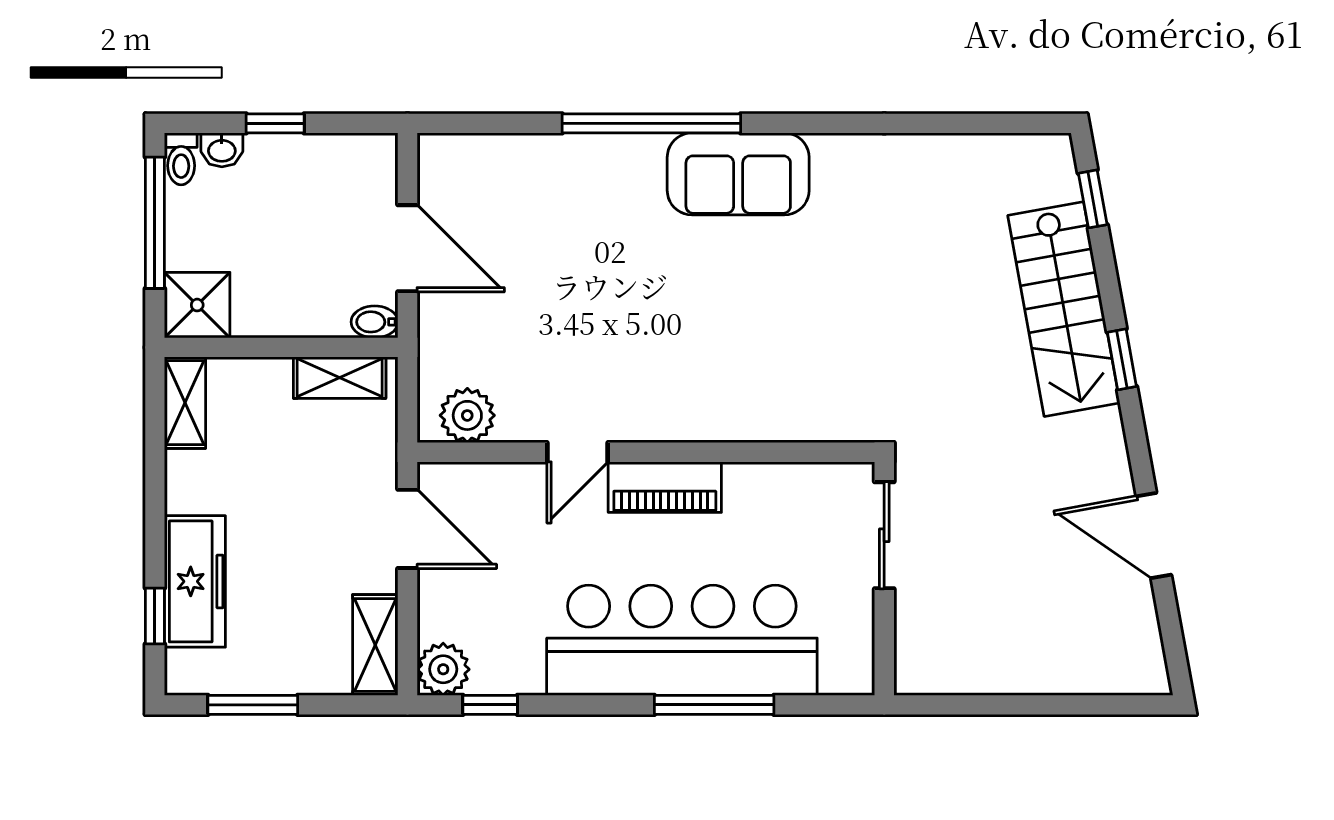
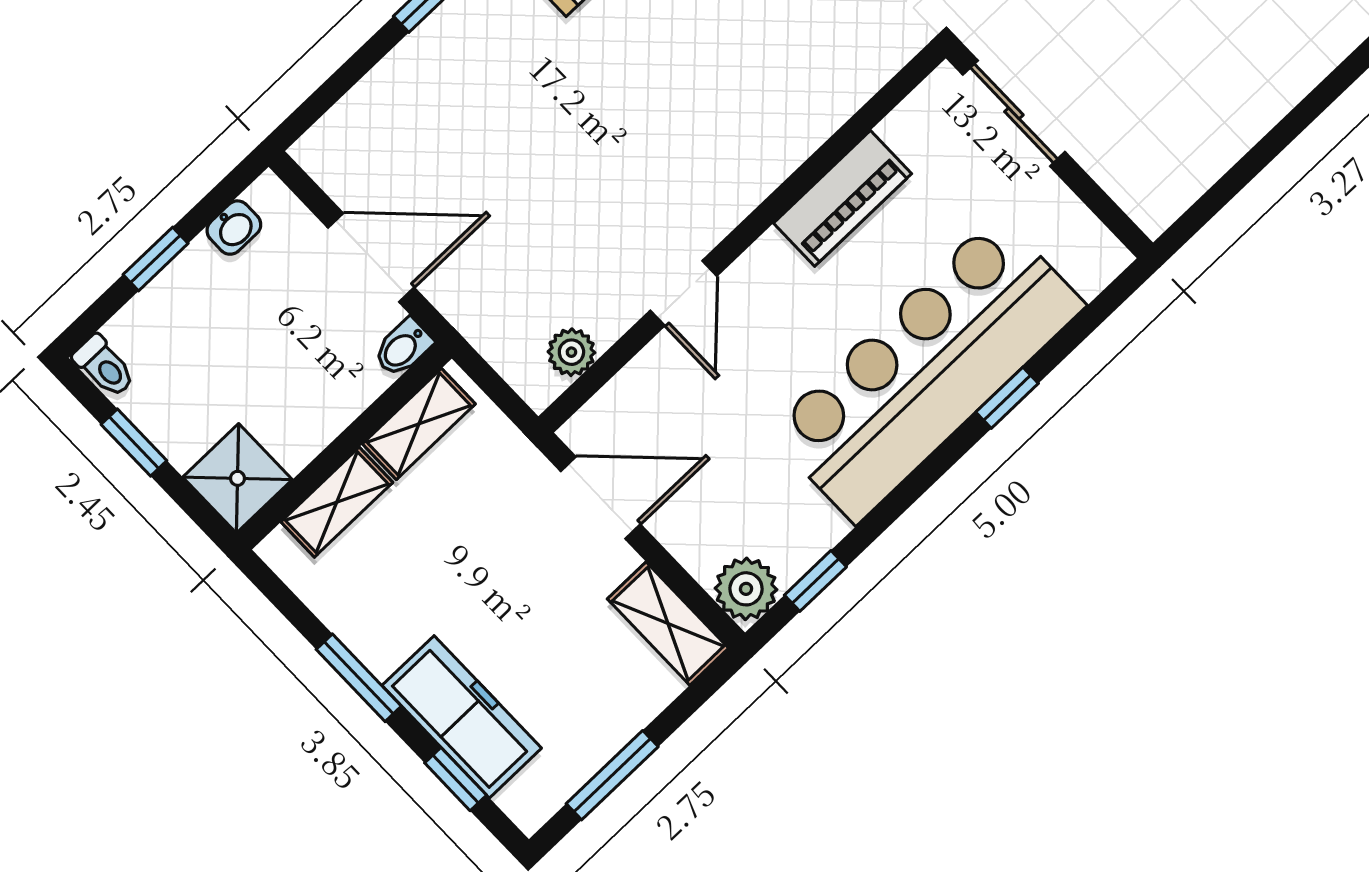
washbasin: (222, 150) -> (234, 228), moved
window: (155, 223) -> (134, 442), width x0.46
shelving: (185, 403) -> (337, 502), moved, turned 90
plant: (467, 415) -> (571, 352), width x0.73, depth x0.73
piano: (665, 487) -> (843, 198), moved
window: (155, 498) -> (359, 678), added
window: (714, 705) -> (1007, 398), width x0.46

